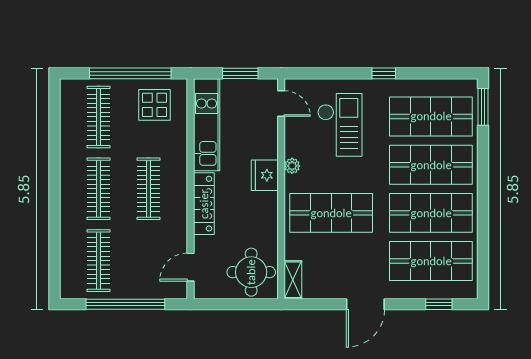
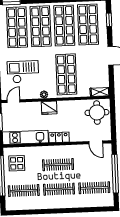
locker: (204, 204) -> (59, 137), width x0.66

